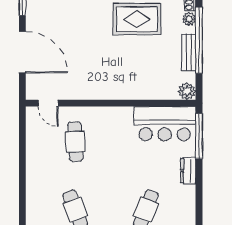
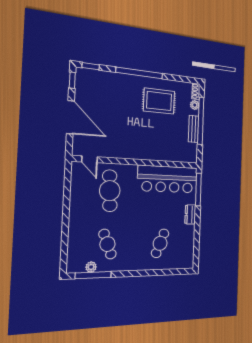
plant: (187, 91) -> (192, 157), removed
bar counter: (165, 124) -> (168, 179), width x1.36
cafe table: (75, 142) -> (110, 191), width x1.37, depth x1.35

